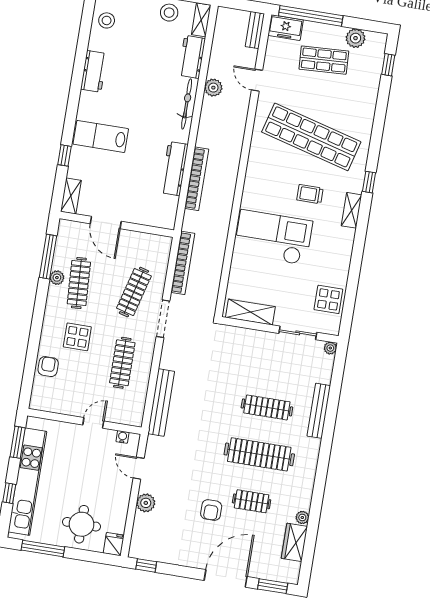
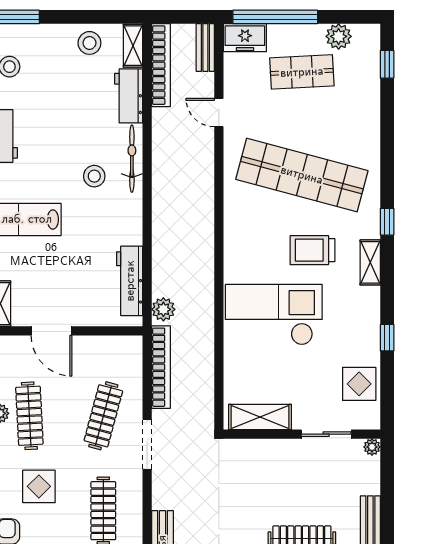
plant: (213, 88) -> (163, 309), moved
stool: (156, 112) -> (94, 176), added
workbench: (174, 169) -> (130, 281), moved
bookcase: (197, 179) -> (161, 65), moved
trolley: (310, 194) -> (312, 250), width x1.36, depth x1.39
window: (355, 268) -> (387, 338), added

